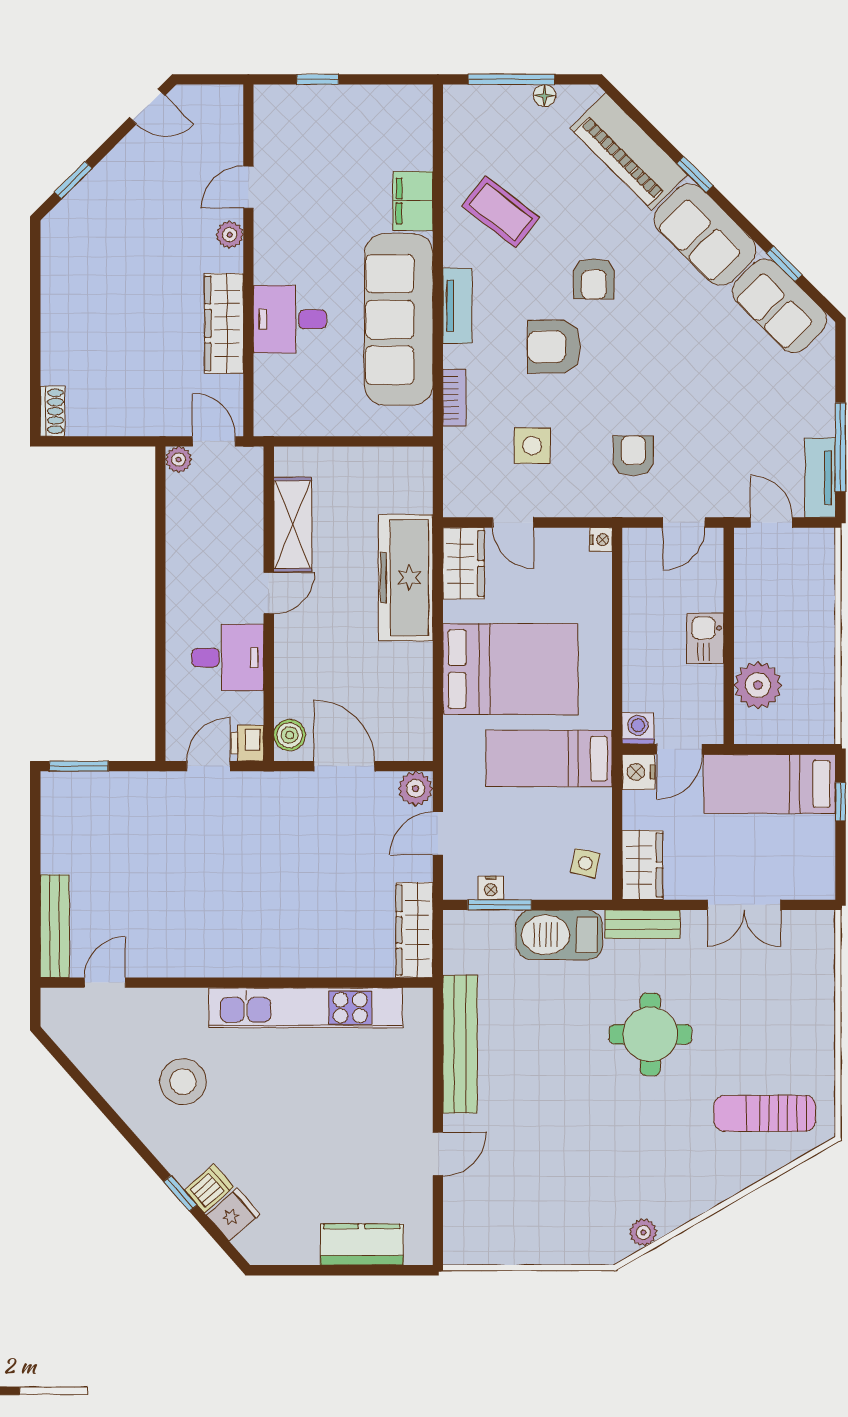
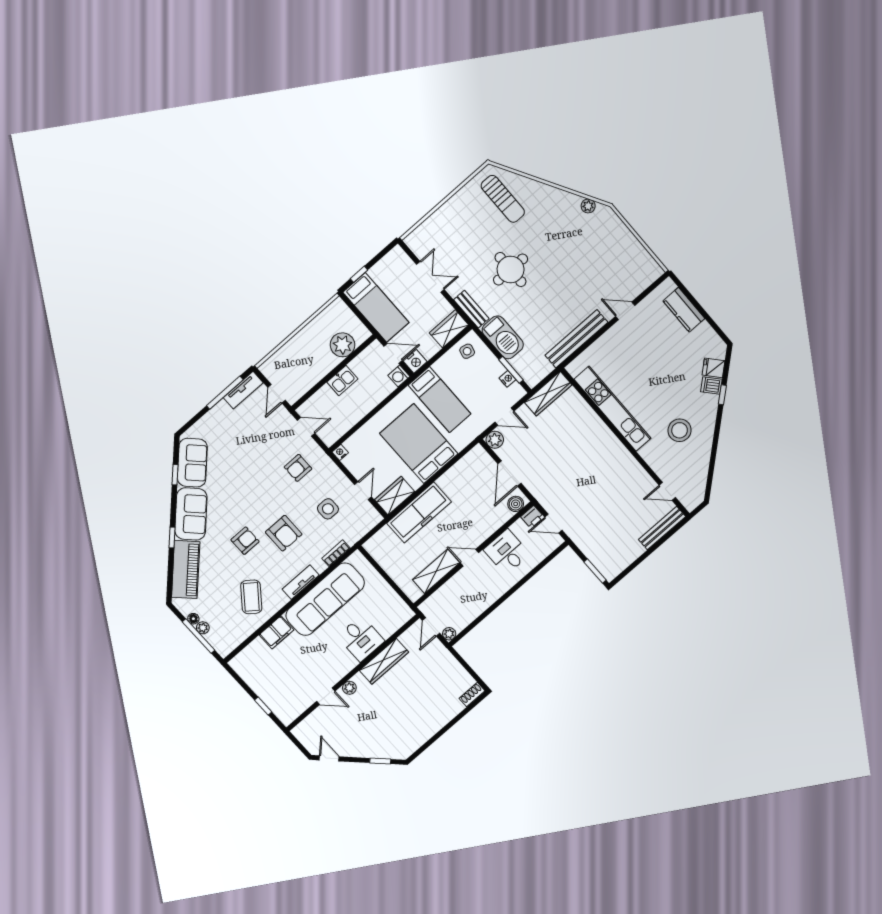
plant: (518, 97) -> (203, 628), added

